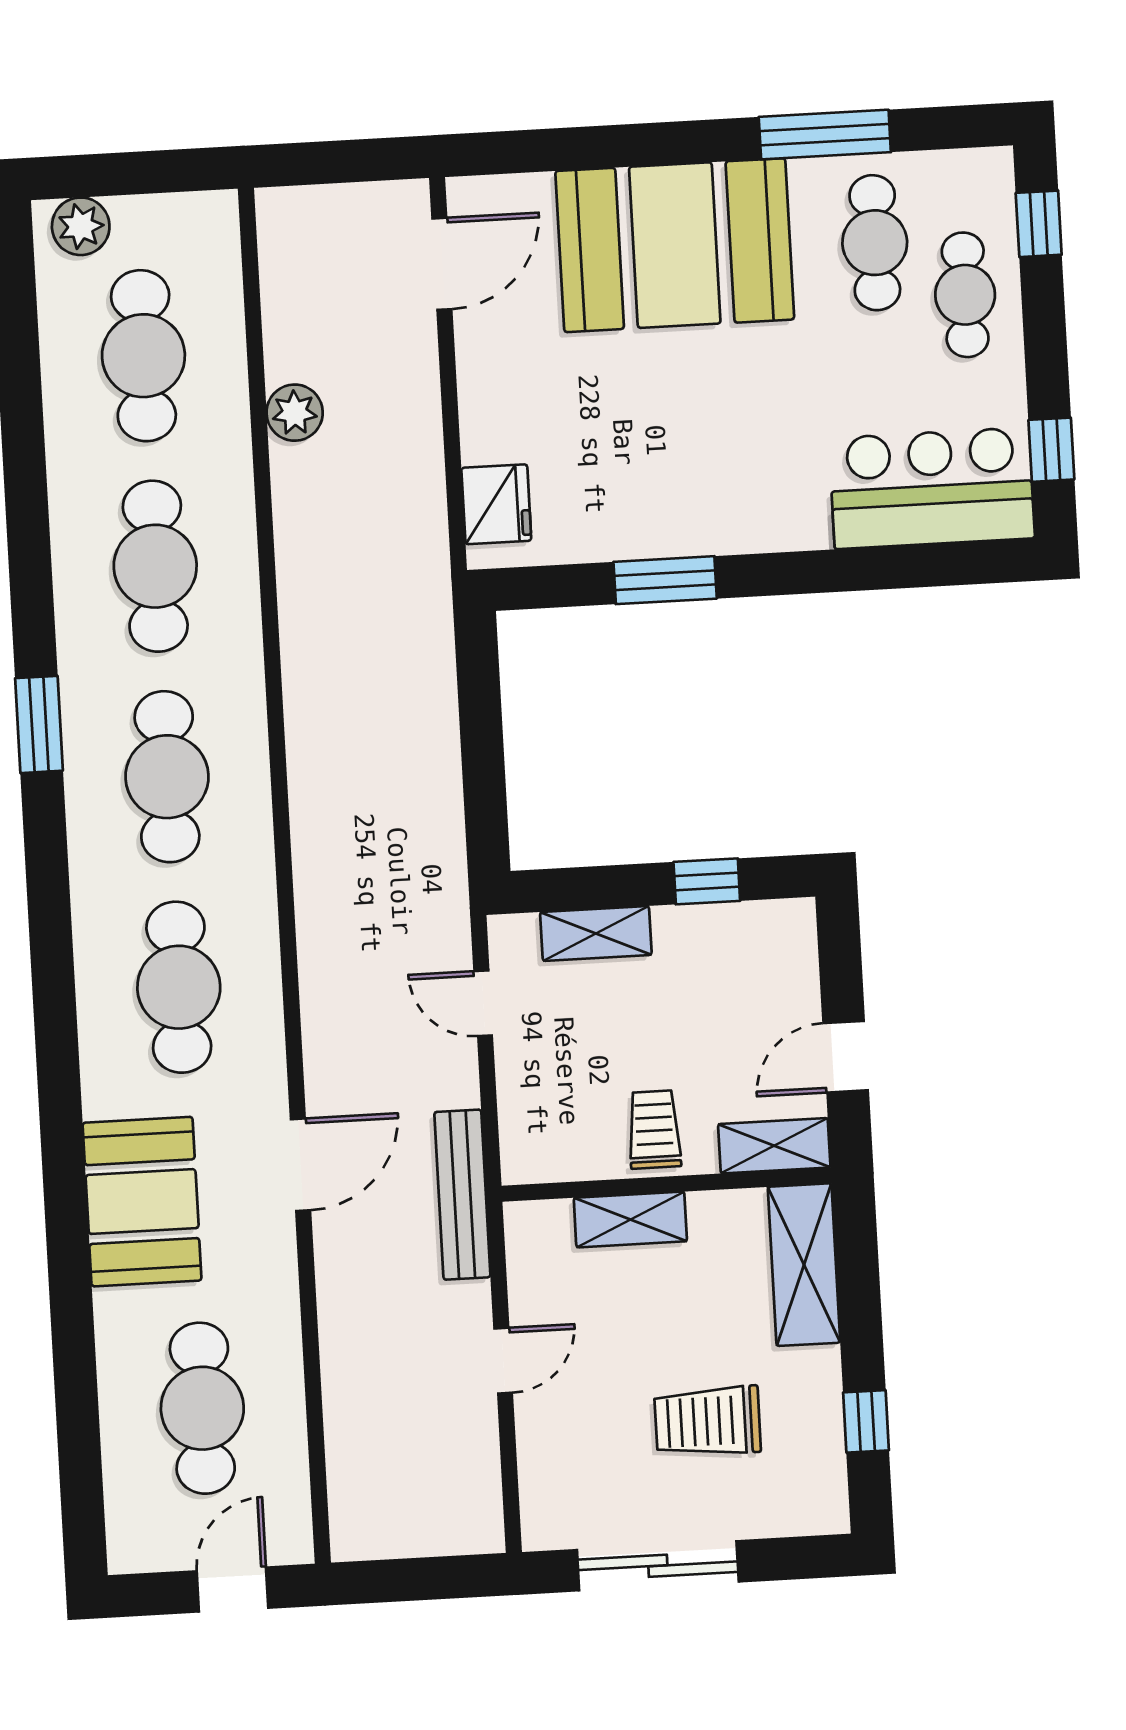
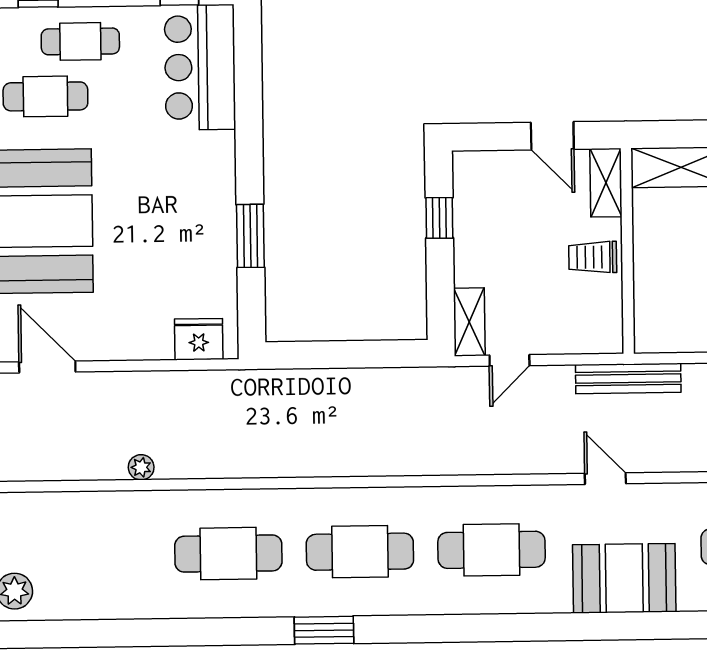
cafe table: (143, 356) -> (97, 555), removed
plant: (295, 413) -> (141, 467), width x0.73, depth x0.73
shelving: (596, 933) -> (469, 322), moved
door: (301, 1165) -> (605, 479), width x0.73
shelving: (630, 1220) -> (648, 274), removed

